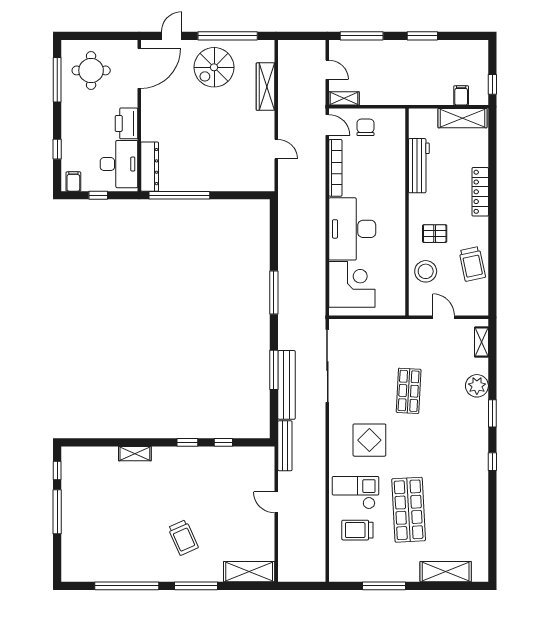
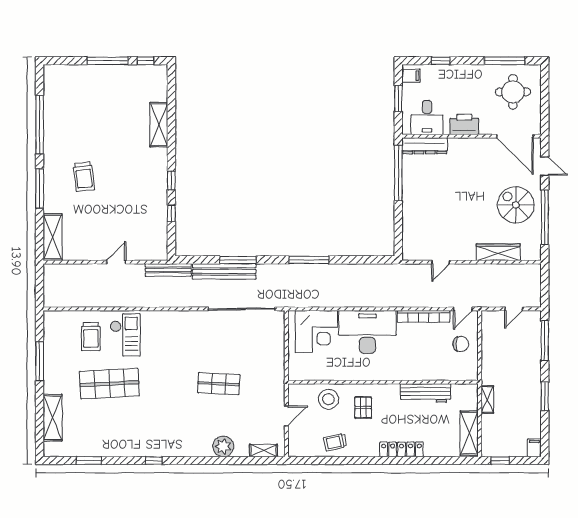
filing cabinet: (461, 95) -> (534, 448), moved, turned -90
shelving: (344, 98) -> (487, 399), moved
desk: (119, 164) -> (427, 118), width x0.73
window: (98, 195) -> (398, 99), width x1.50
trolley: (472, 264) -> (335, 442), width x0.73, depth x0.72
window: (492, 413) -> (89, 460), moved
display table: (369, 440) -> (173, 348), removed
shelving: (135, 454) -> (159, 125), width x1.50, depth x1.33
trolley: (357, 530) -> (91, 337), turned 180
trolley: (183, 538) -> (84, 177), turned -73

